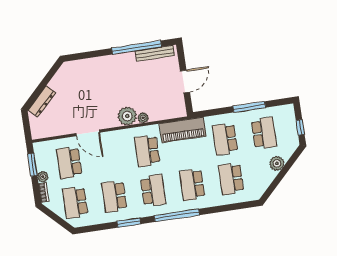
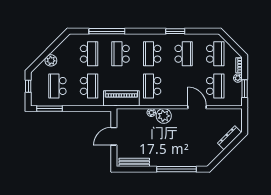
window: (137, 47) -> (177, 169), moved
window: (249, 107) -> (49, 109), moved
school desk: (147, 151) -> (152, 86), turned 180
school desk: (192, 185) -> (121, 54), turned 180
window: (177, 215) -> (107, 31), moved

